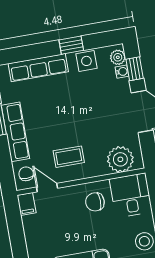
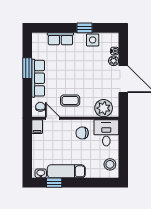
plant: (118, 57) -> (114, 61), moved
row of seats: (38, 68) -> (60, 39), width x0.68
window: (135, 69) -> (123, 51), removed

